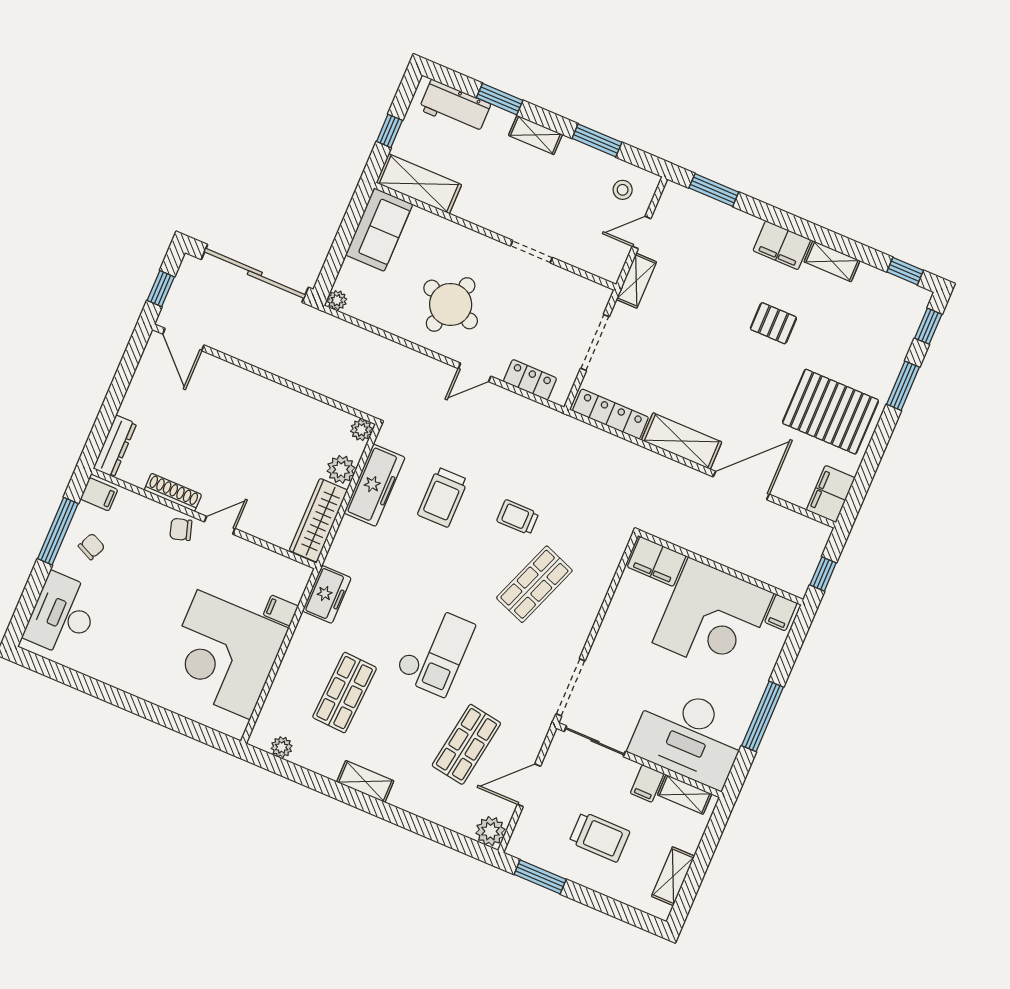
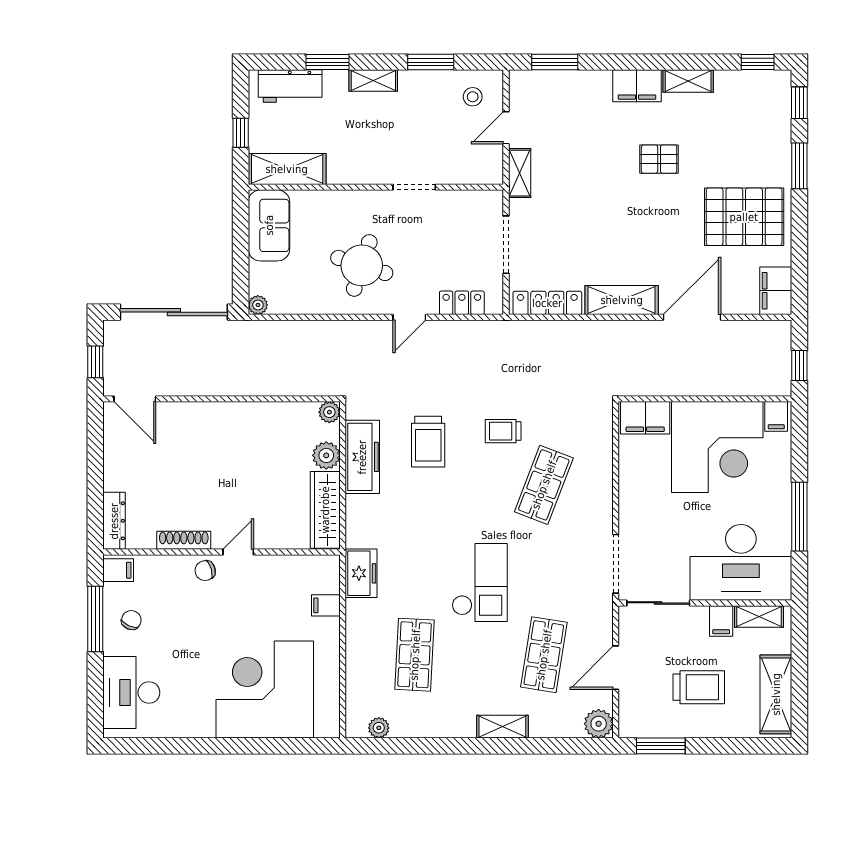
corner desk: (224, 655) -> (265, 690), moved, turned 90
shelving: (365, 781) -> (502, 727), moved
shelving: (673, 876) -> (776, 694), width x1.50, depth x1.33

